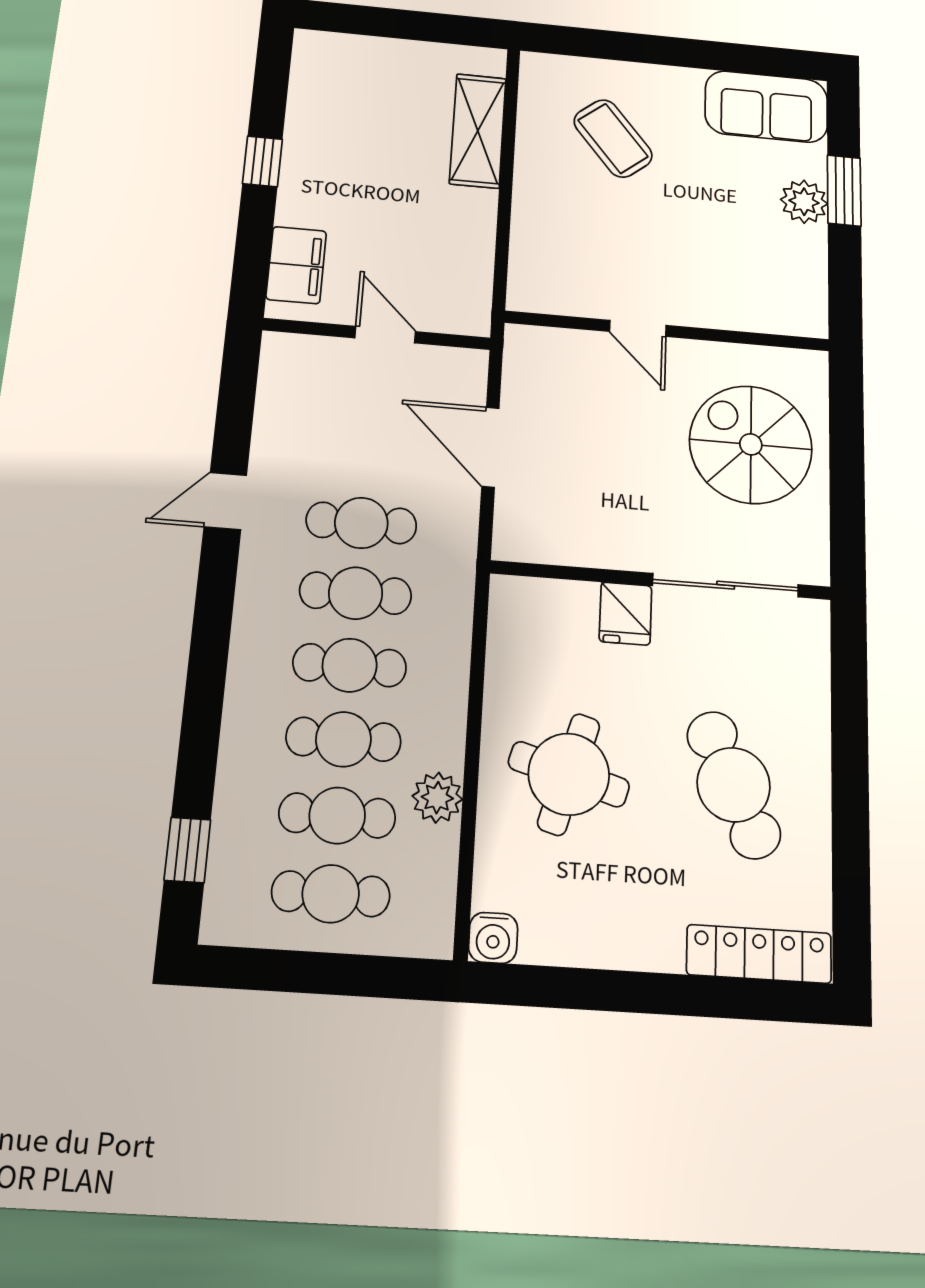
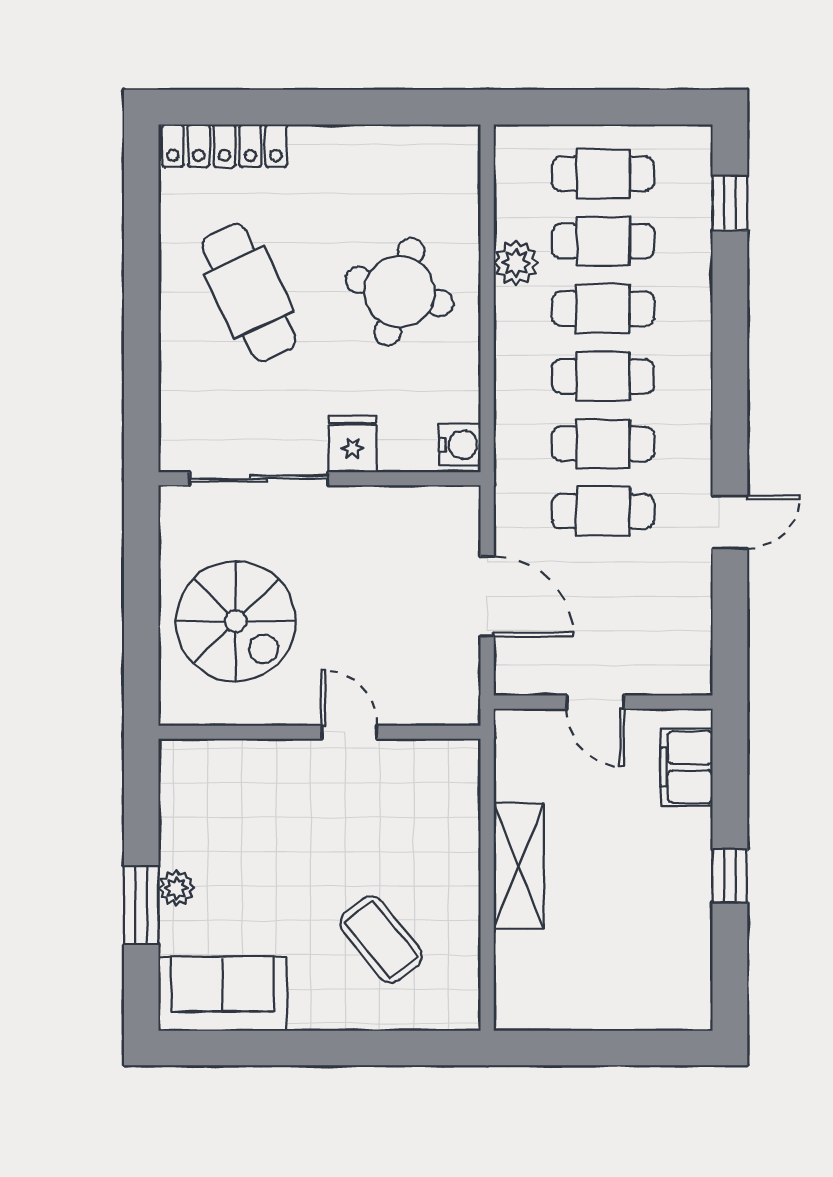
shelving: (478, 131) -> (519, 866), moved
plant: (804, 202) -> (176, 888), width x0.73, depth x0.73
water cooler: (493, 938) -> (460, 445), moved, turned 90

